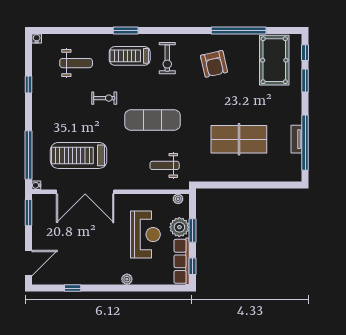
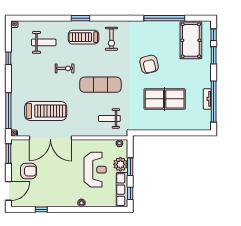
armchair: (214, 64) -> (149, 64), moved
treadmill: (79, 155) -> (46, 111), turned 180
armchair: (55, 236) -> (28, 171), added

